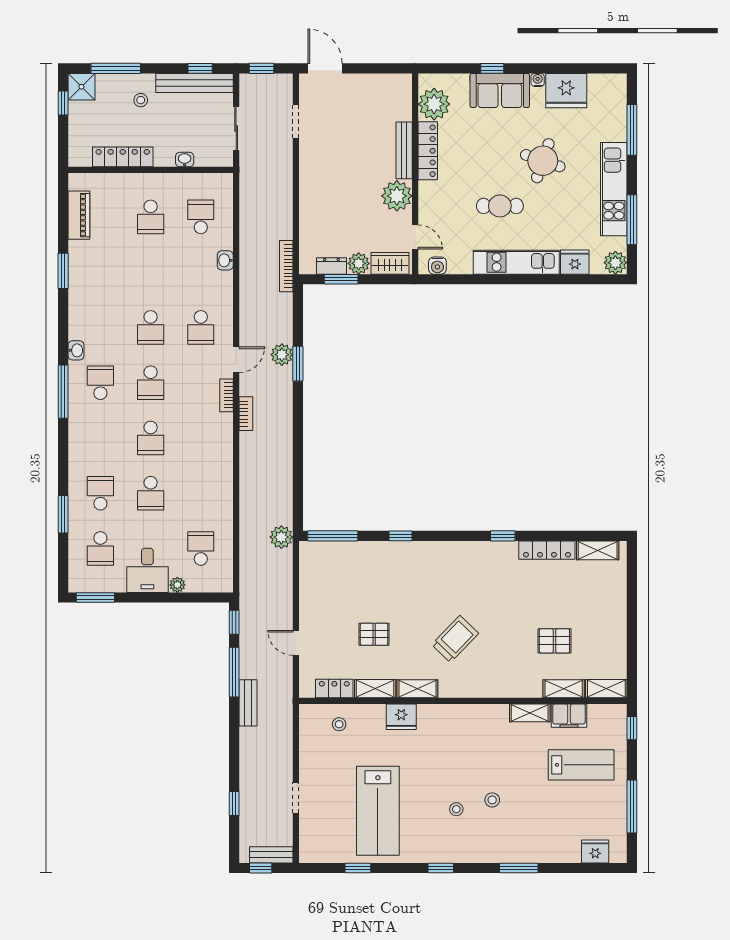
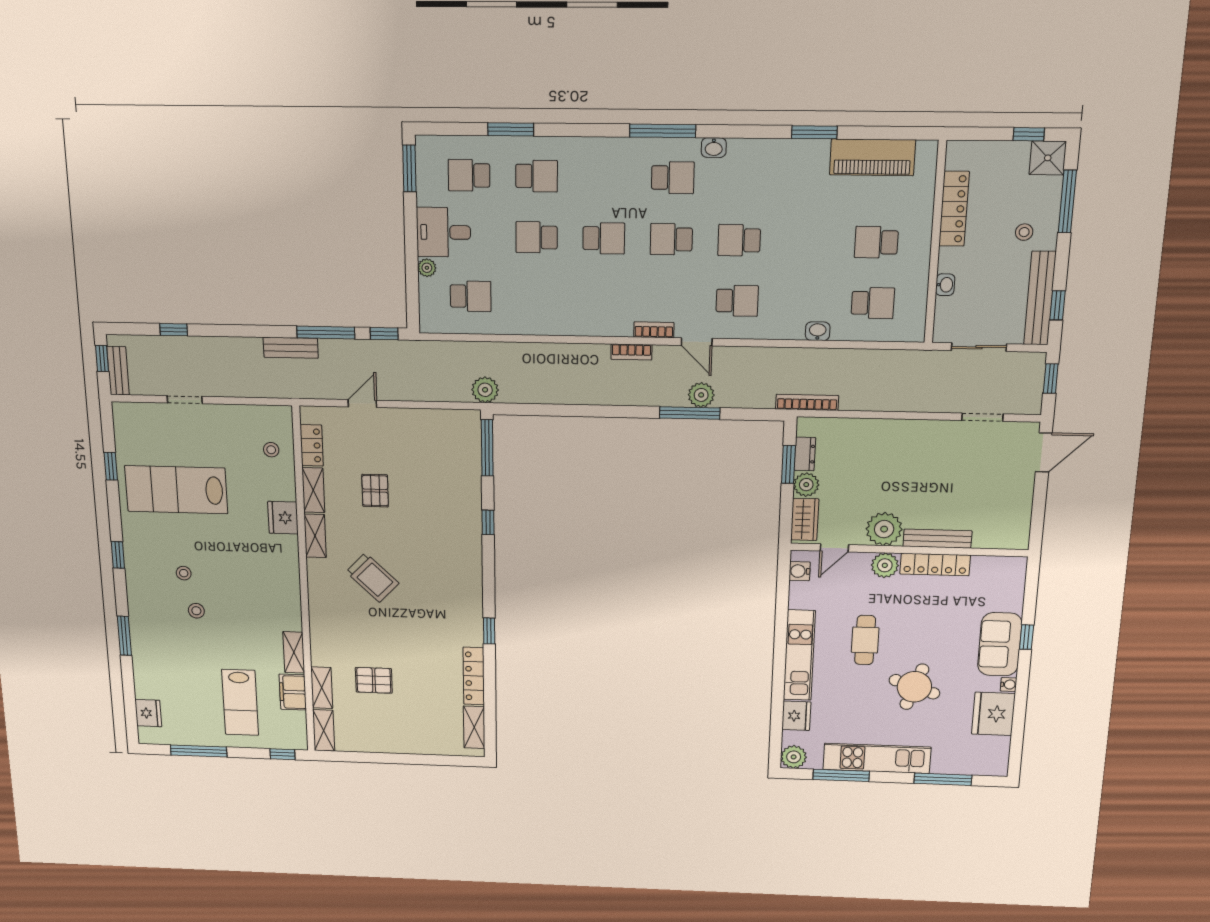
plant: (434, 104) -> (885, 565), moved, width x0.73, depth x0.73
piano: (79, 215) -> (872, 157), width x1.37, depth x1.33
school desk: (201, 327) -> (737, 301), turned 180
window: (298, 364) -> (690, 413), width x1.44
school desk: (151, 438) -> (604, 238), turned 180
pallet: (554, 641) -> (374, 680), turned 90

